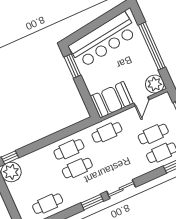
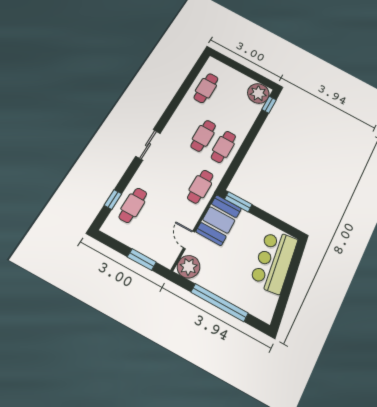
bar counter: (103, 40) -> (274, 261), width x0.73
window: (72, 66) -> (238, 202), moved
cafe table: (153, 134) -> (154, 217), removed
window: (92, 202) -> (167, 116), removed

